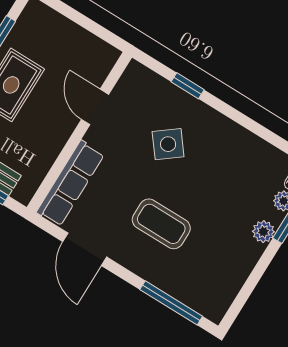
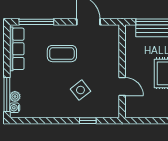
row of seats: (70, 183) -> (17, 49), moved, turned 180
plant: (263, 232) -> (15, 78), removed

